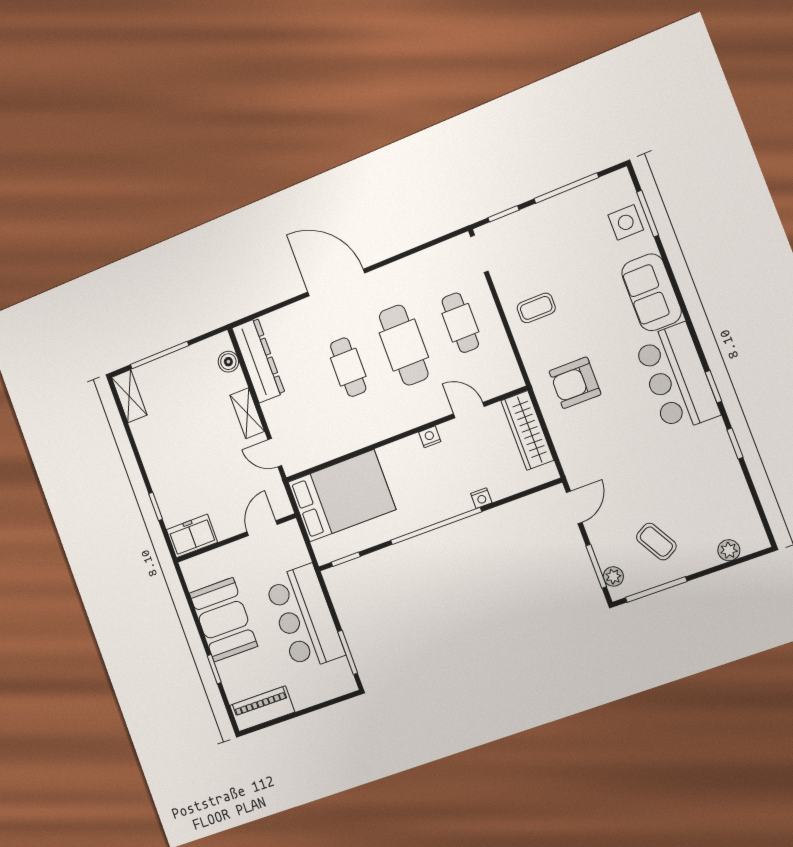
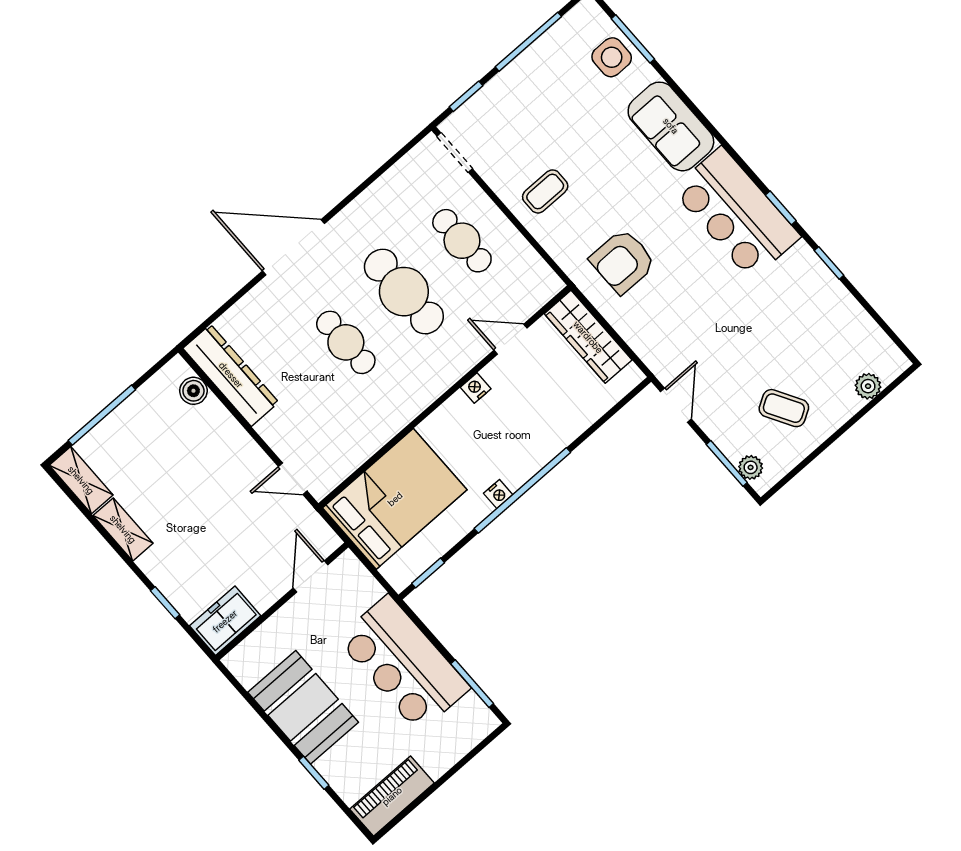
shelving: (247, 413) -> (123, 529), moved
nightstand: (481, 498) -> (498, 494), moved
window: (656, 590) -> (805, 463), removed

